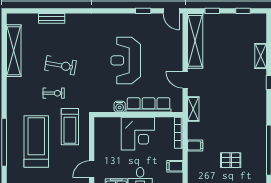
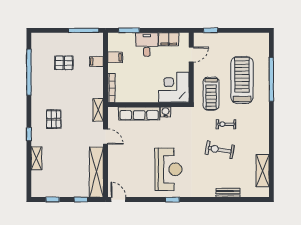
window: (143, 11) -> (172, 200), moved
shelving: (14, 51) -> (263, 171), width x0.68
reception desk: (126, 60) -> (168, 169), moved
pallet: (242, 99) -> (54, 119), added
treadmill: (70, 127) -> (211, 94), turned 180
corner desk: (138, 134) -> (174, 87), moved
treadmill: (36, 141) -> (242, 80), turned 180
filing cabinet: (195, 146) -> (96, 61), moved

